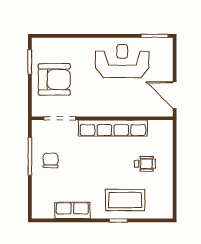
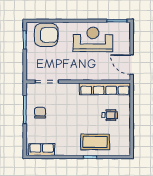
armchair: (54, 79) -> (46, 35), moved
row of seats: (113, 128) -> (105, 89), moved
row of seats: (72, 210) -> (42, 150), moved

